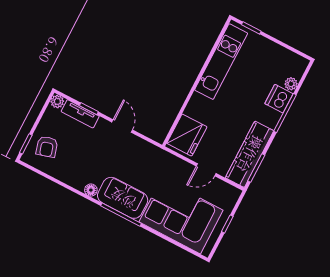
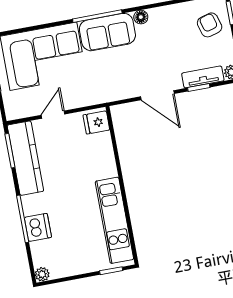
plant: (291, 84) -> (42, 274), moved
door: (122, 126) -> (157, 95), width x1.38
fridge: (187, 135) -> (96, 122), width x0.53, depth x0.75

